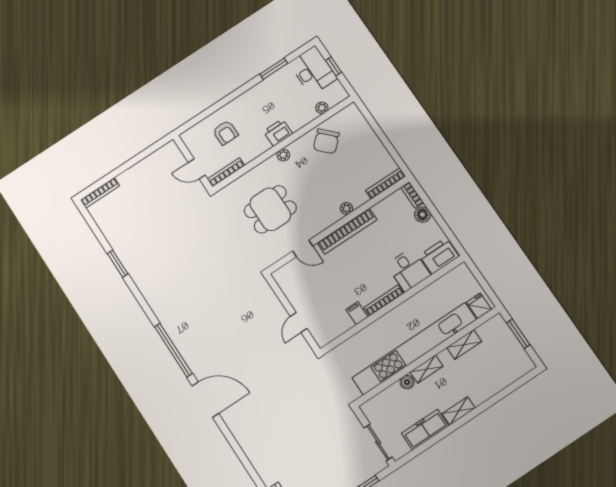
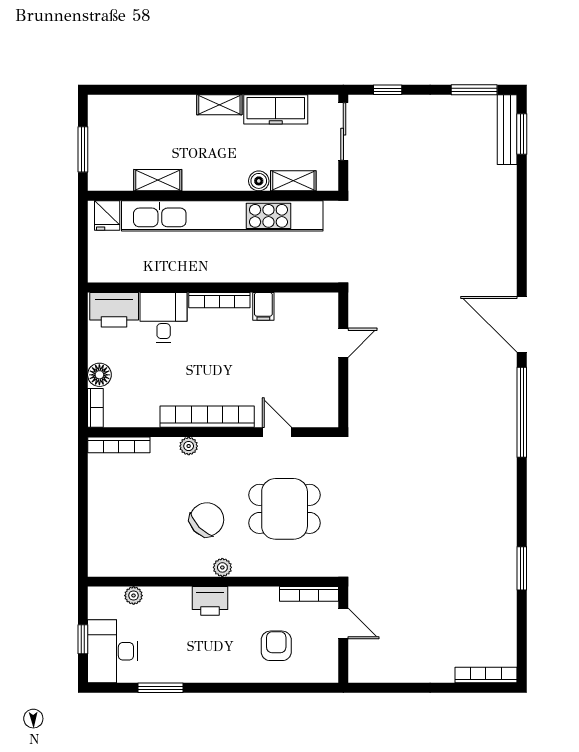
chair: (326, 141) -> (207, 520), moved
shelving: (427, 369) -> (293, 181), moved

